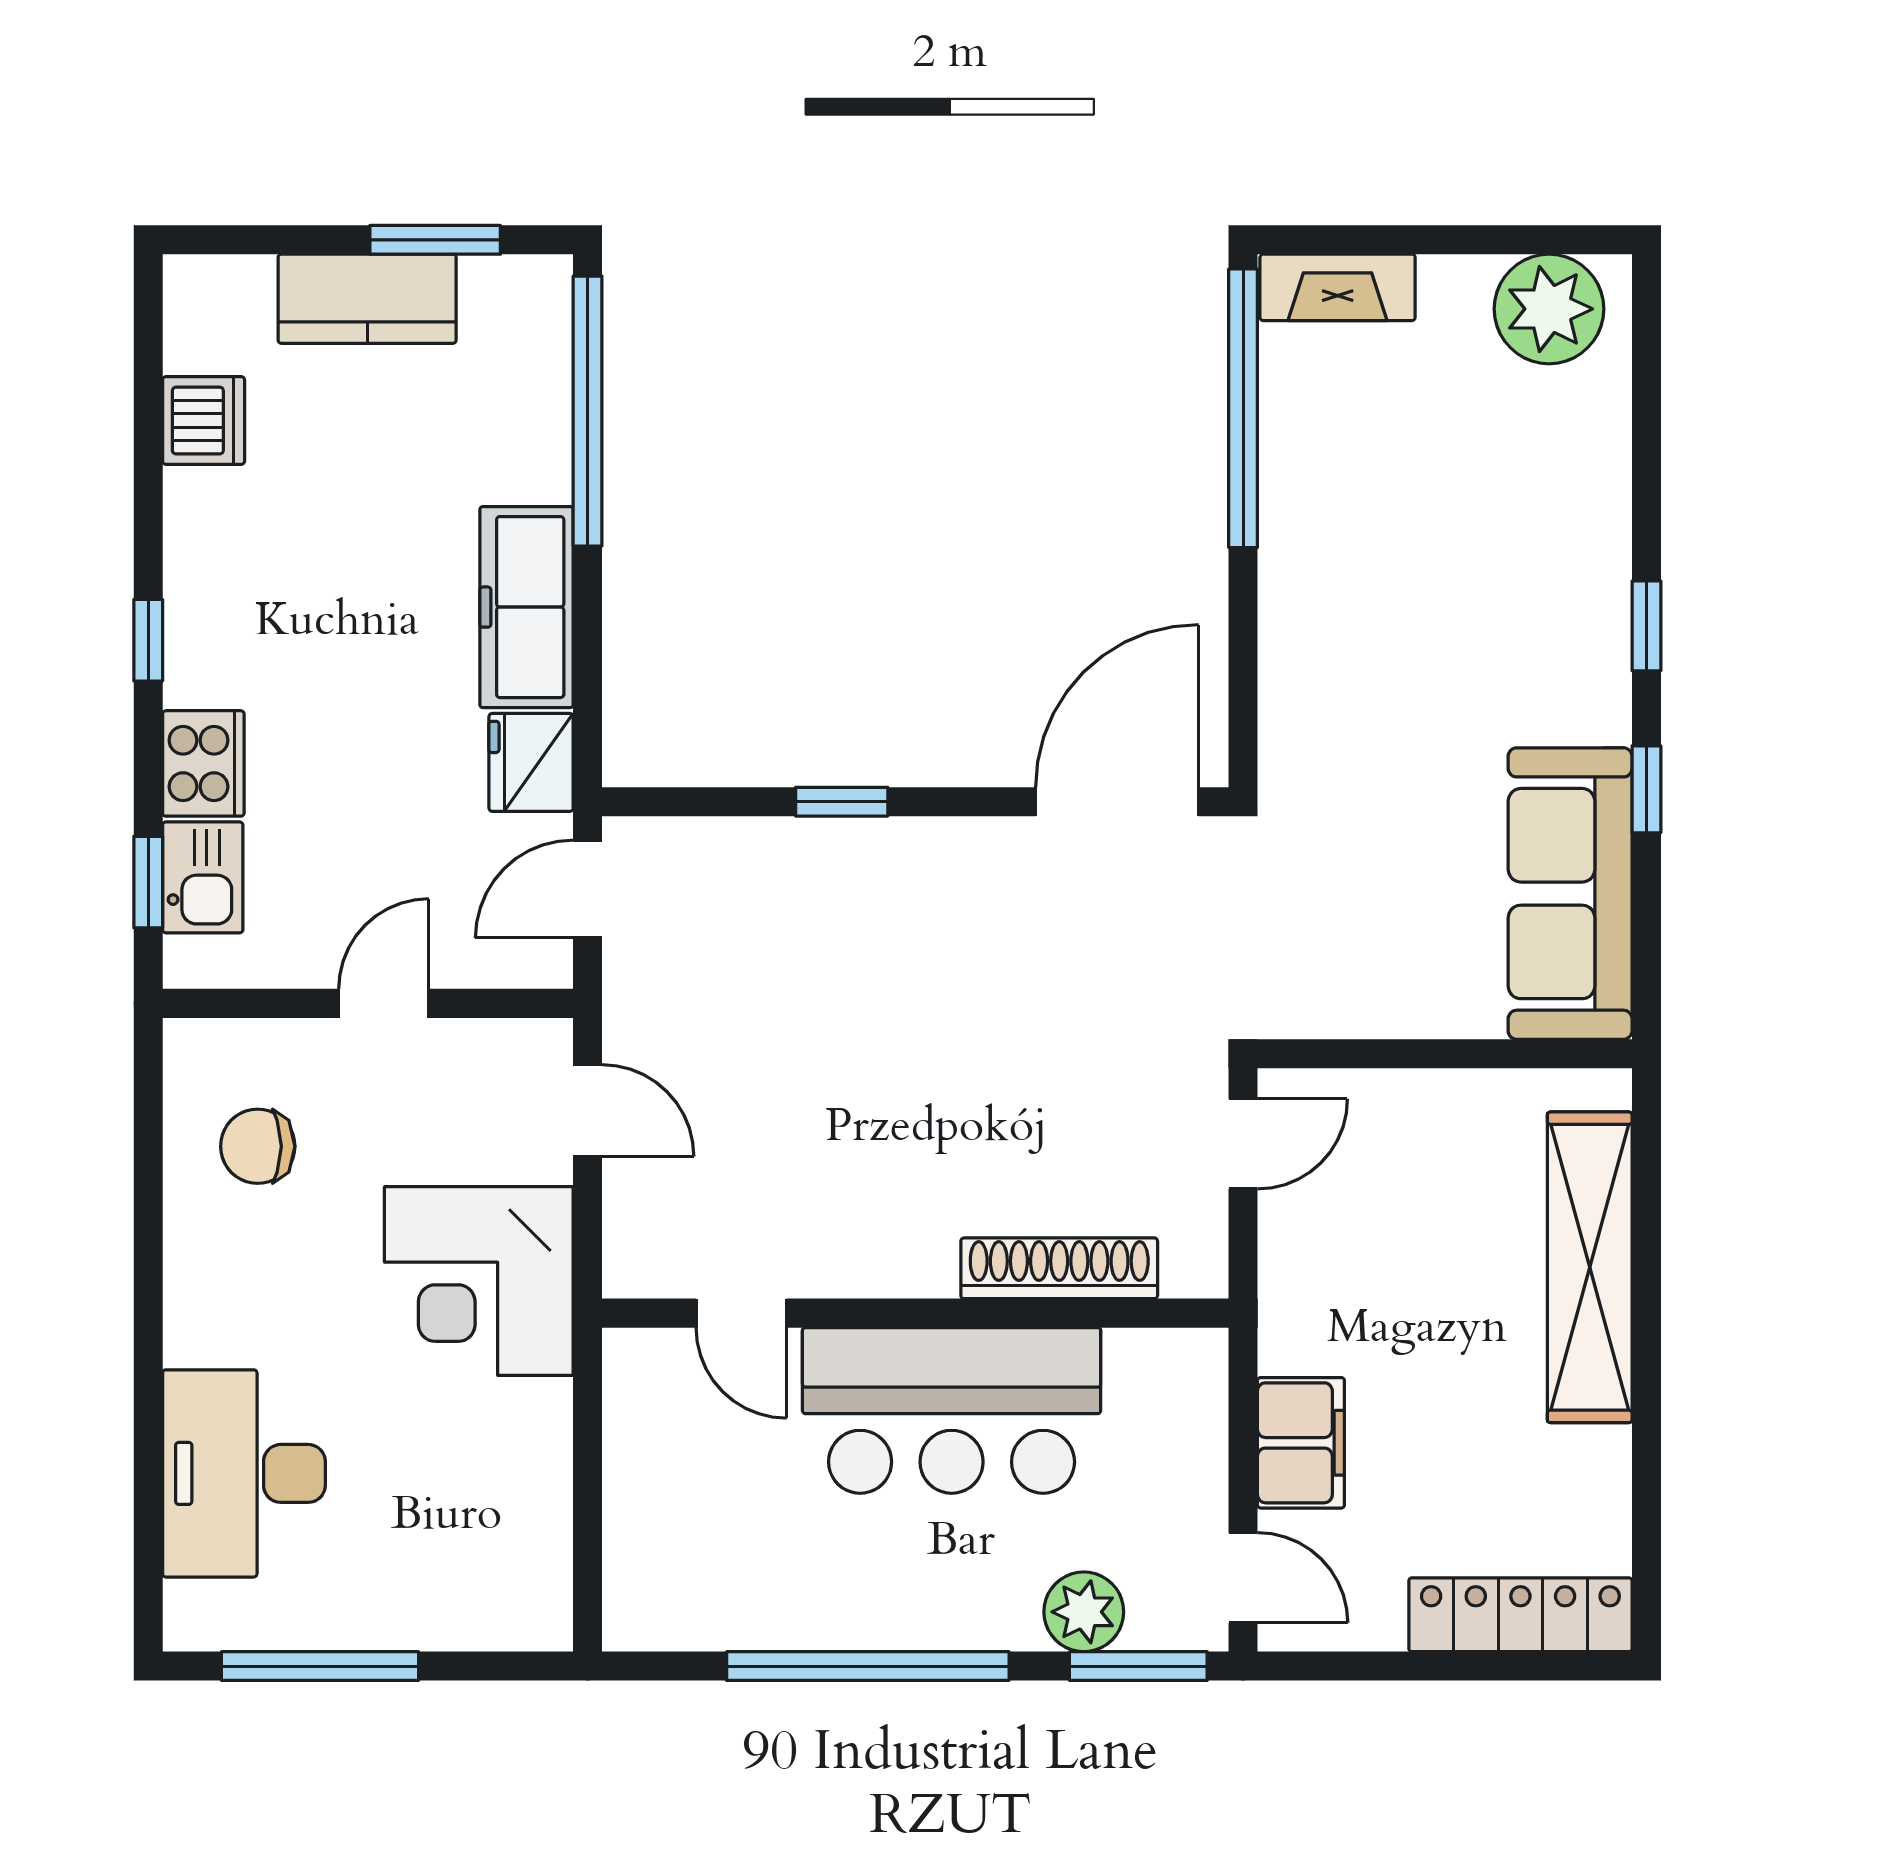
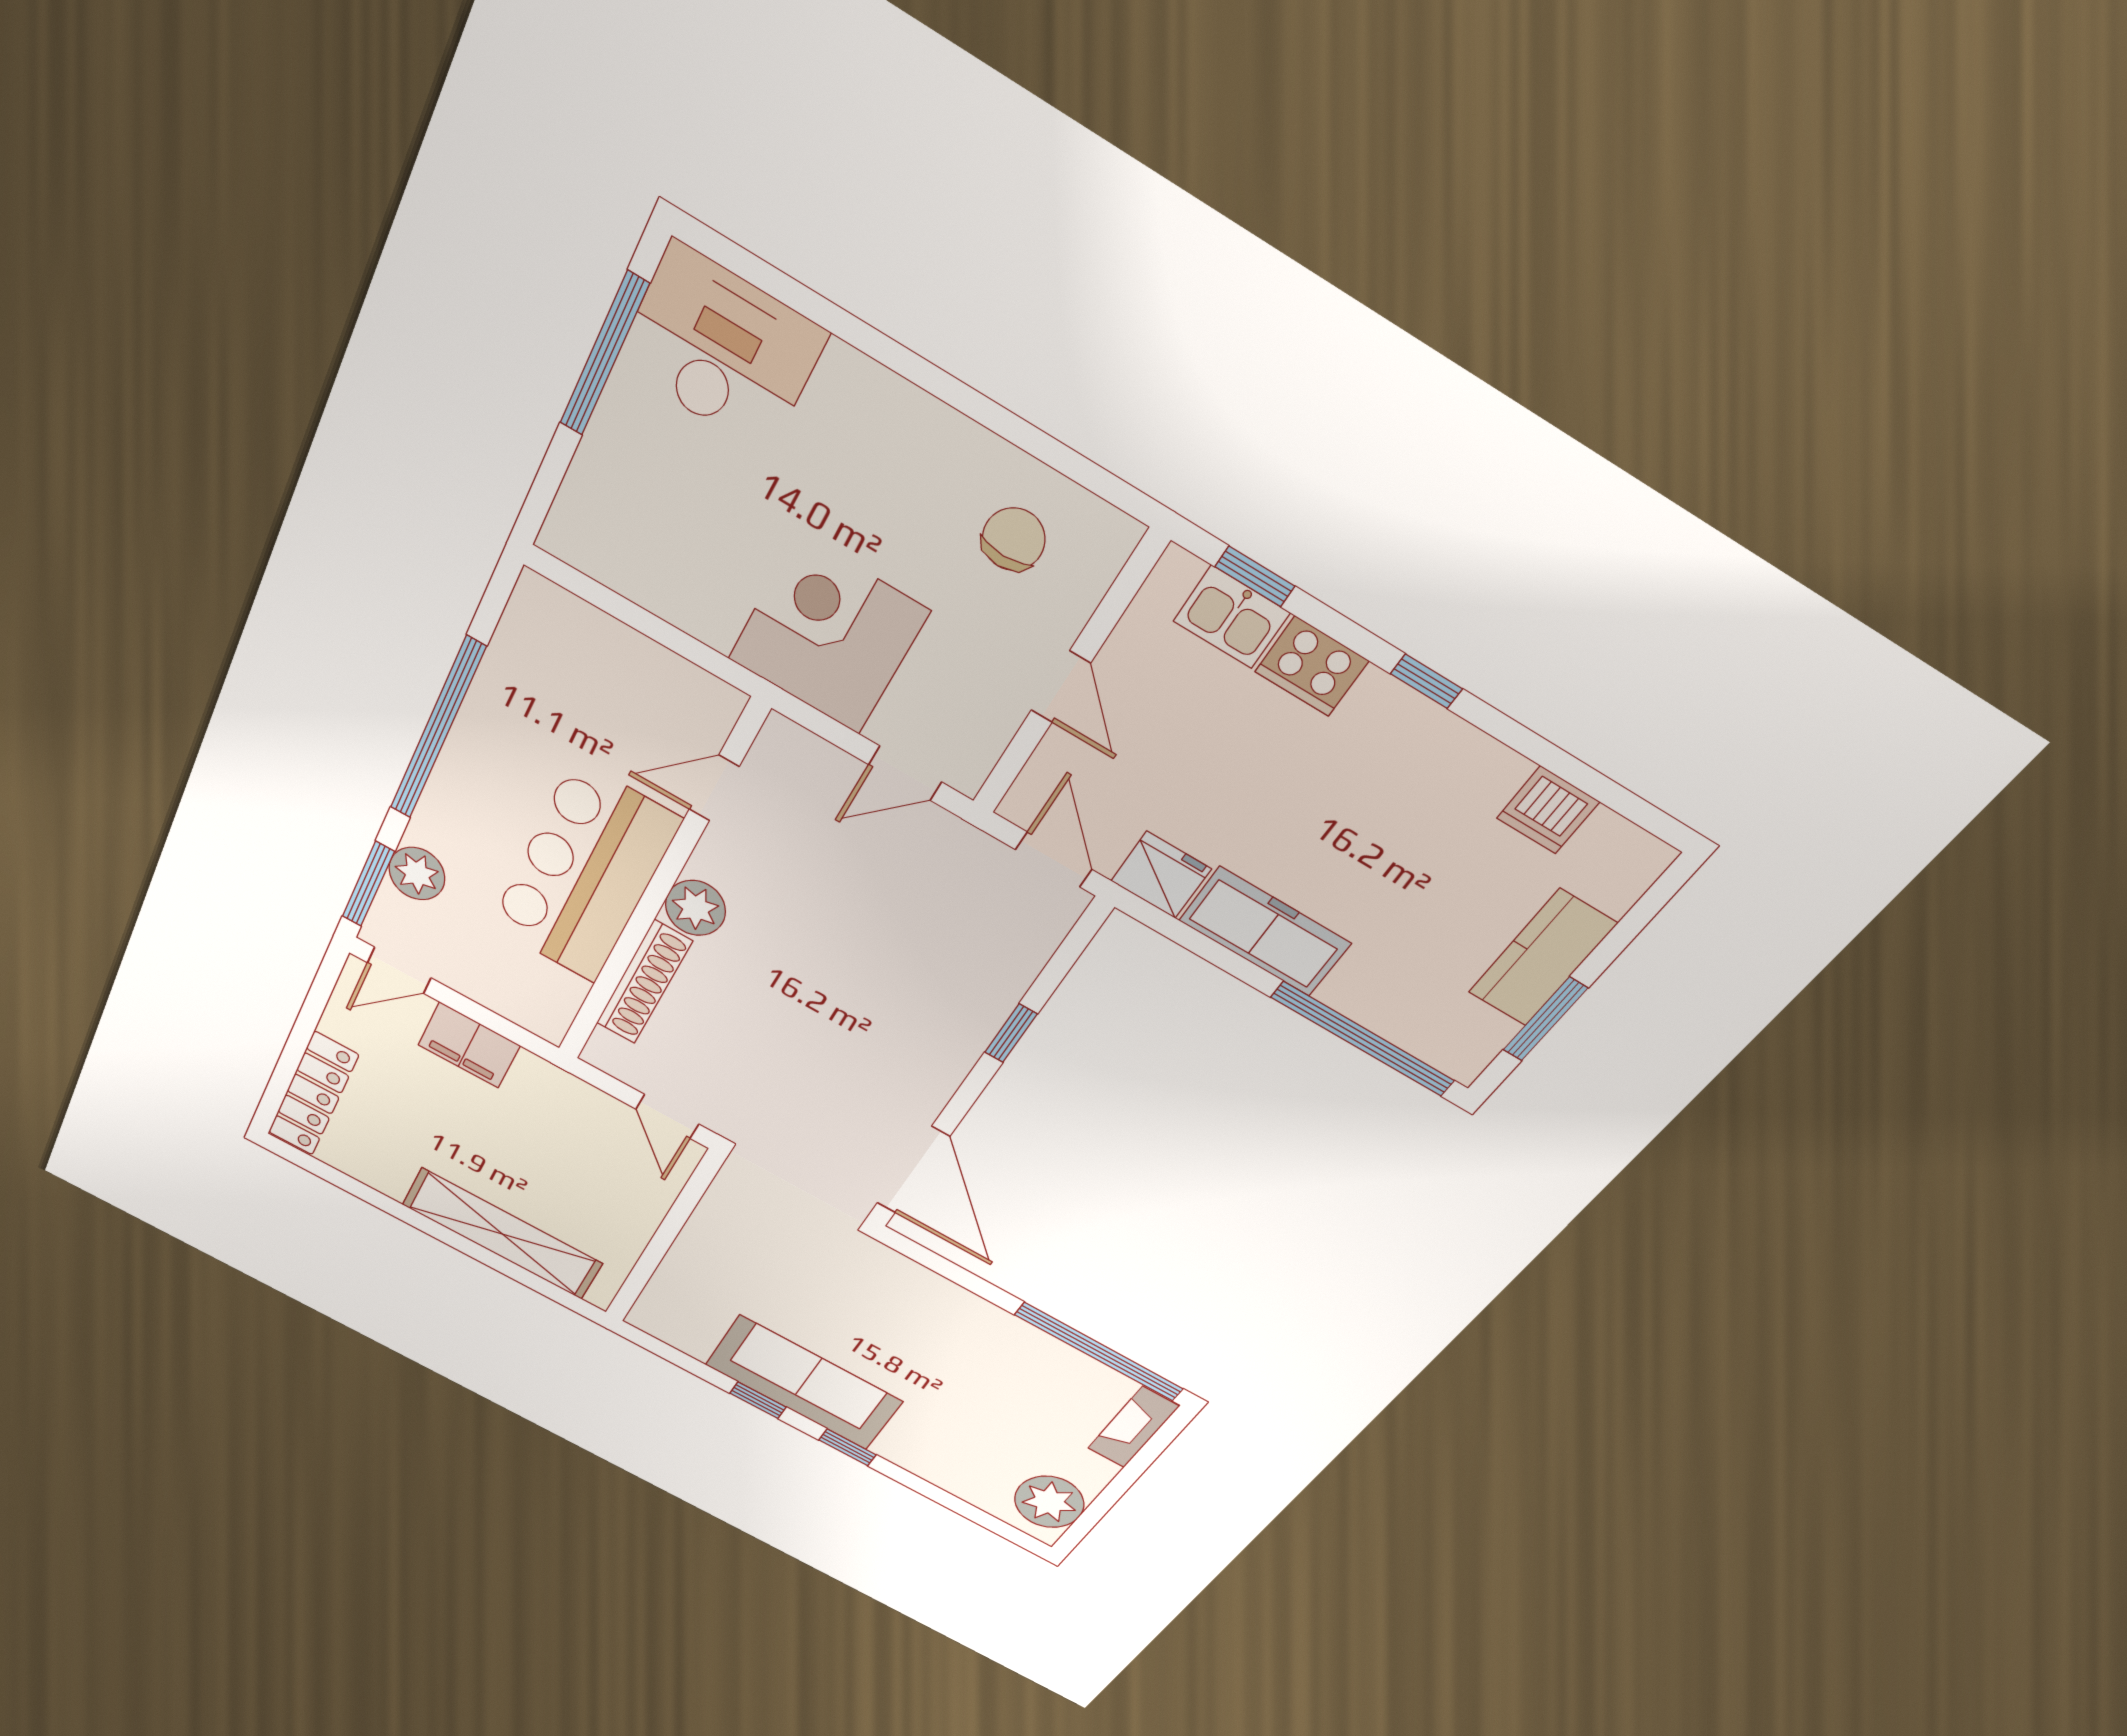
sofa: (1570, 894) -> (804, 1383), moved
plant: (913, 1257) -> (695, 908), added
desk: (244, 1473) -> (721, 349), moved

